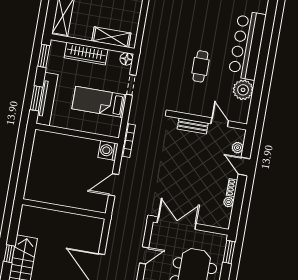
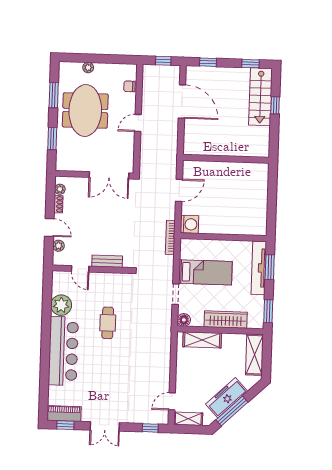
double door: (177, 223) -> (109, 175), moved
wall: (191, 226) -> (94, 175), moved

